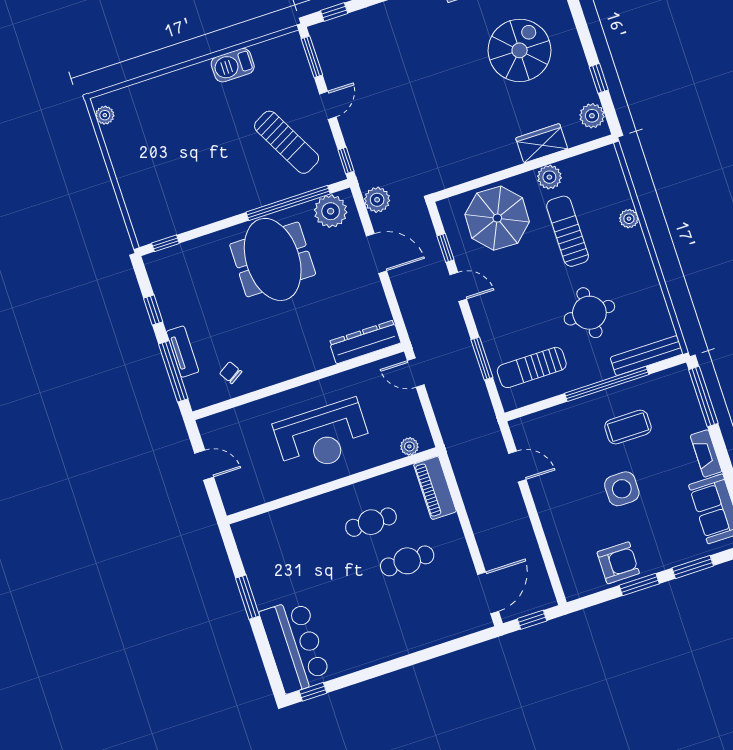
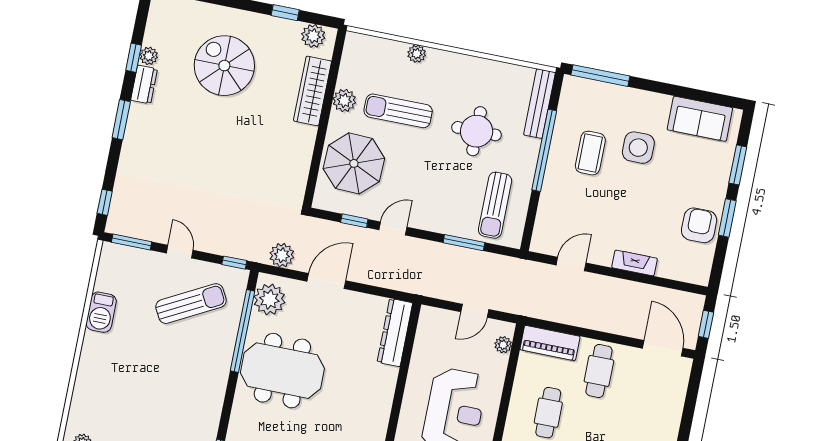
wardrobe: (542, 143) -> (312, 91), width x1.50
door: (416, 373) -> (475, 311), moved
fireplace: (706, 453) -> (635, 263), moved, turned 180
side table: (622, 489) -> (638, 148), moved
cafe table: (407, 561) -> (599, 371), moved

